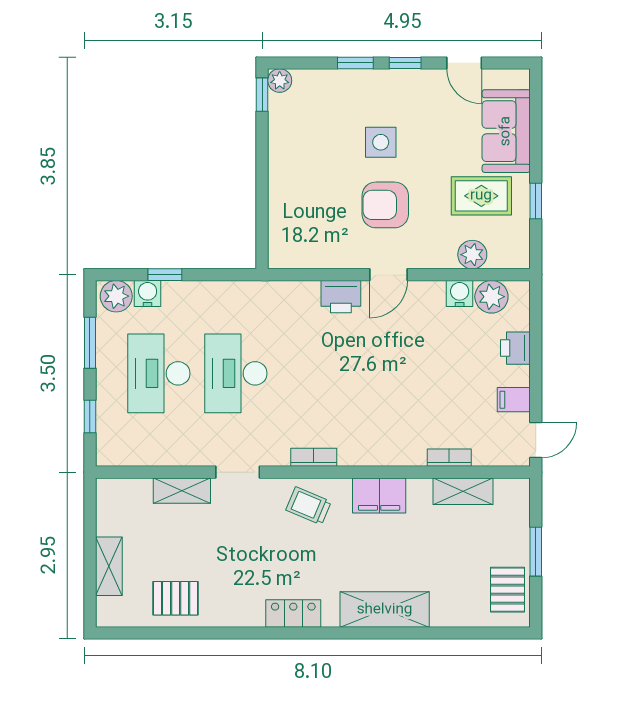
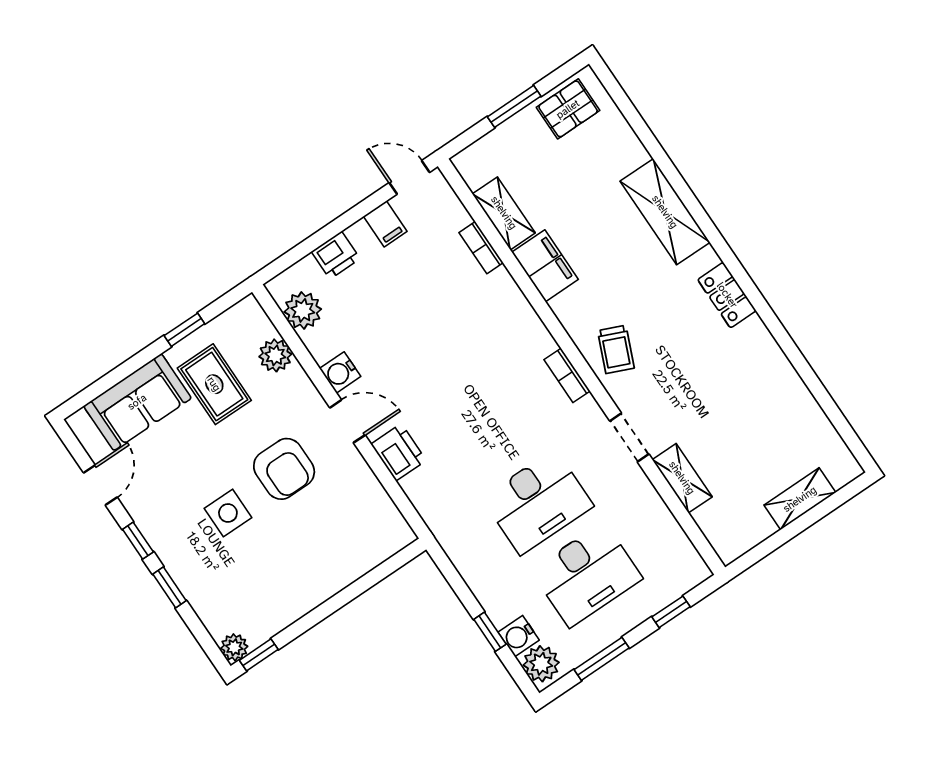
water cooler: (460, 293) -> (340, 372), moved
filing cabinet: (379, 495) -> (545, 266), moved
pallet: (176, 598) -> (788, 416), removed

